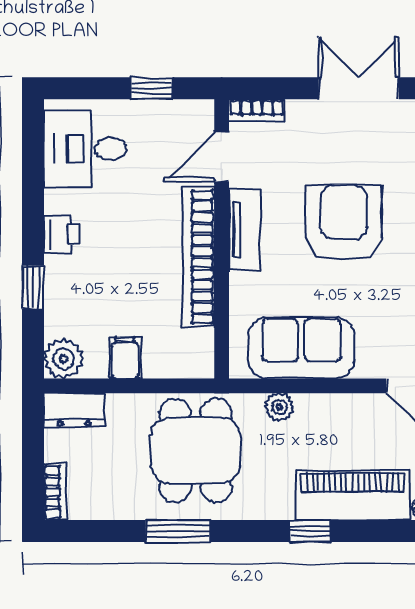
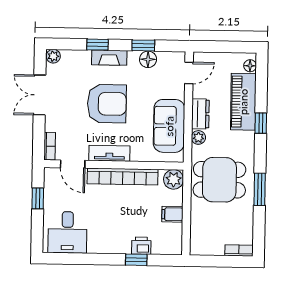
armchair: (344, 223) -> (107, 104), turned 180
printer: (61, 235) -> (141, 246), moved
plant: (64, 359) -> (174, 179), moved
dresser: (74, 410) -> (200, 114), moved

